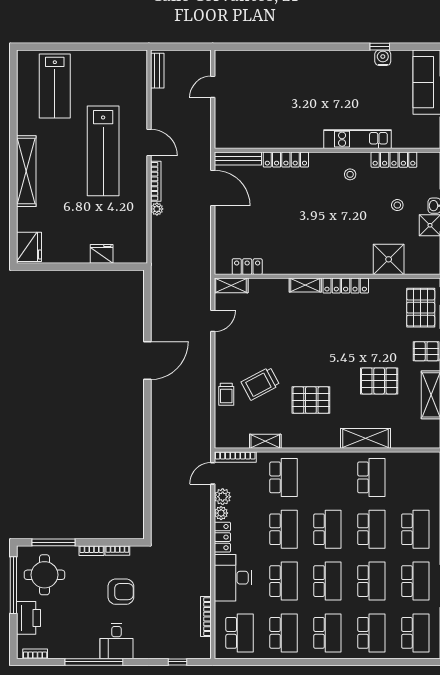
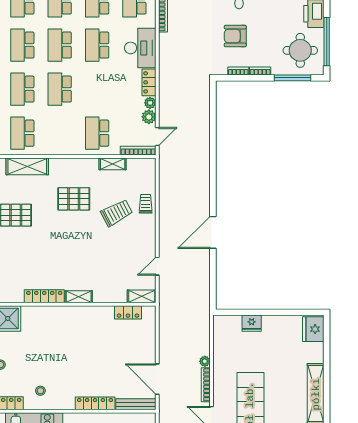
school desk: (283, 529) -> (97, 89), removed

